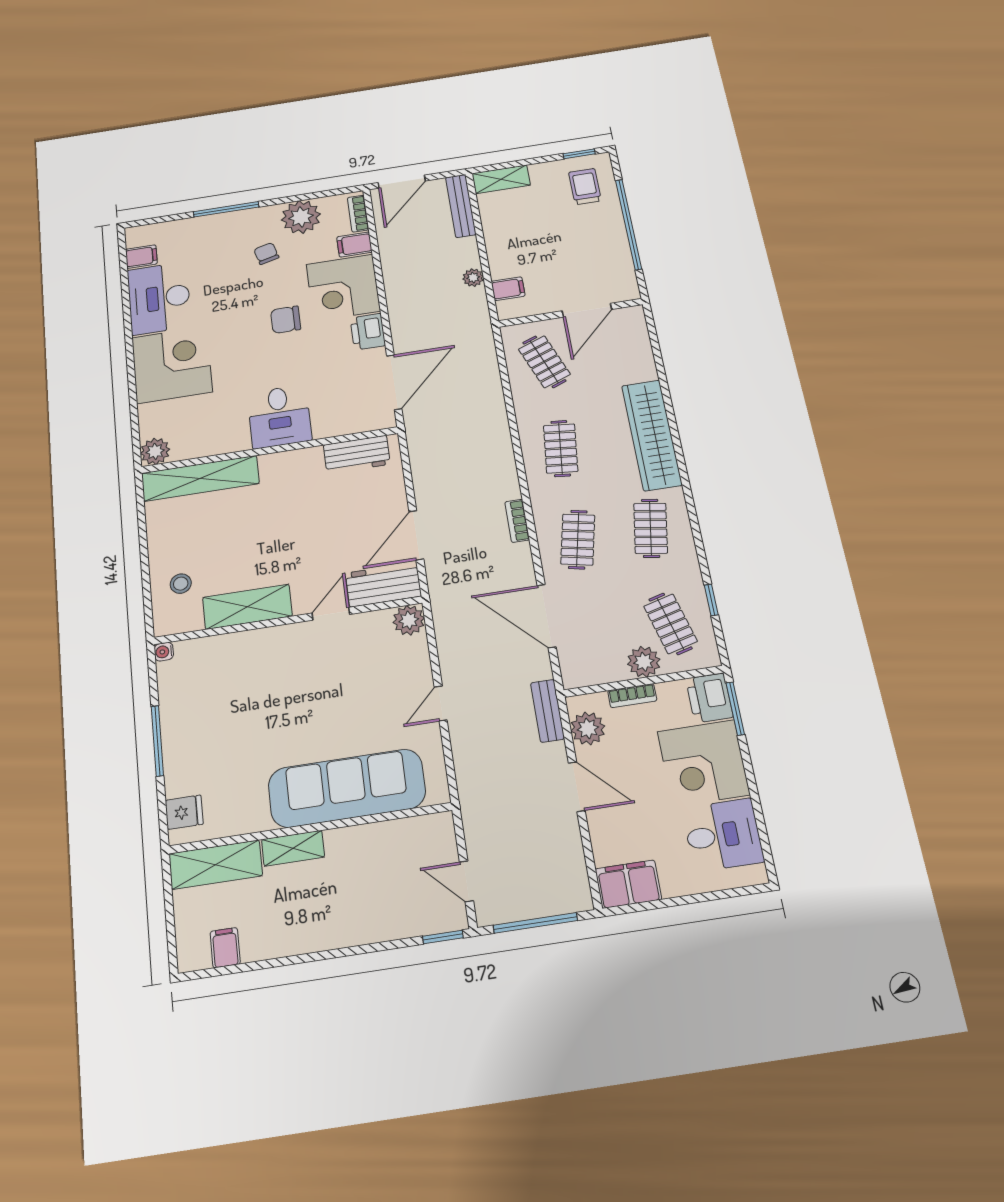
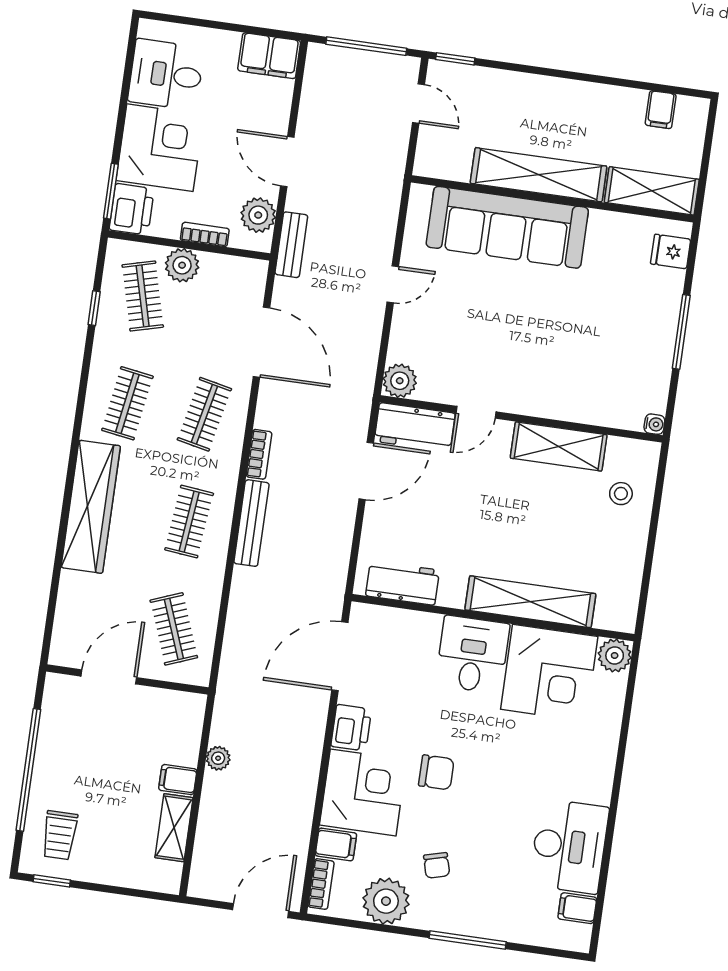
shelving: (501, 179) -> (174, 828), moved, turned 90
bench: (461, 206) -> (251, 523), moved
filing cabinet: (508, 289) -> (178, 780), moved
corner desk: (172, 365) -> (549, 673), moved, turned -90
shelving: (200, 478) -> (530, 602), moved
shelving: (293, 848) -> (539, 175), width x2.20, depth x1.33

